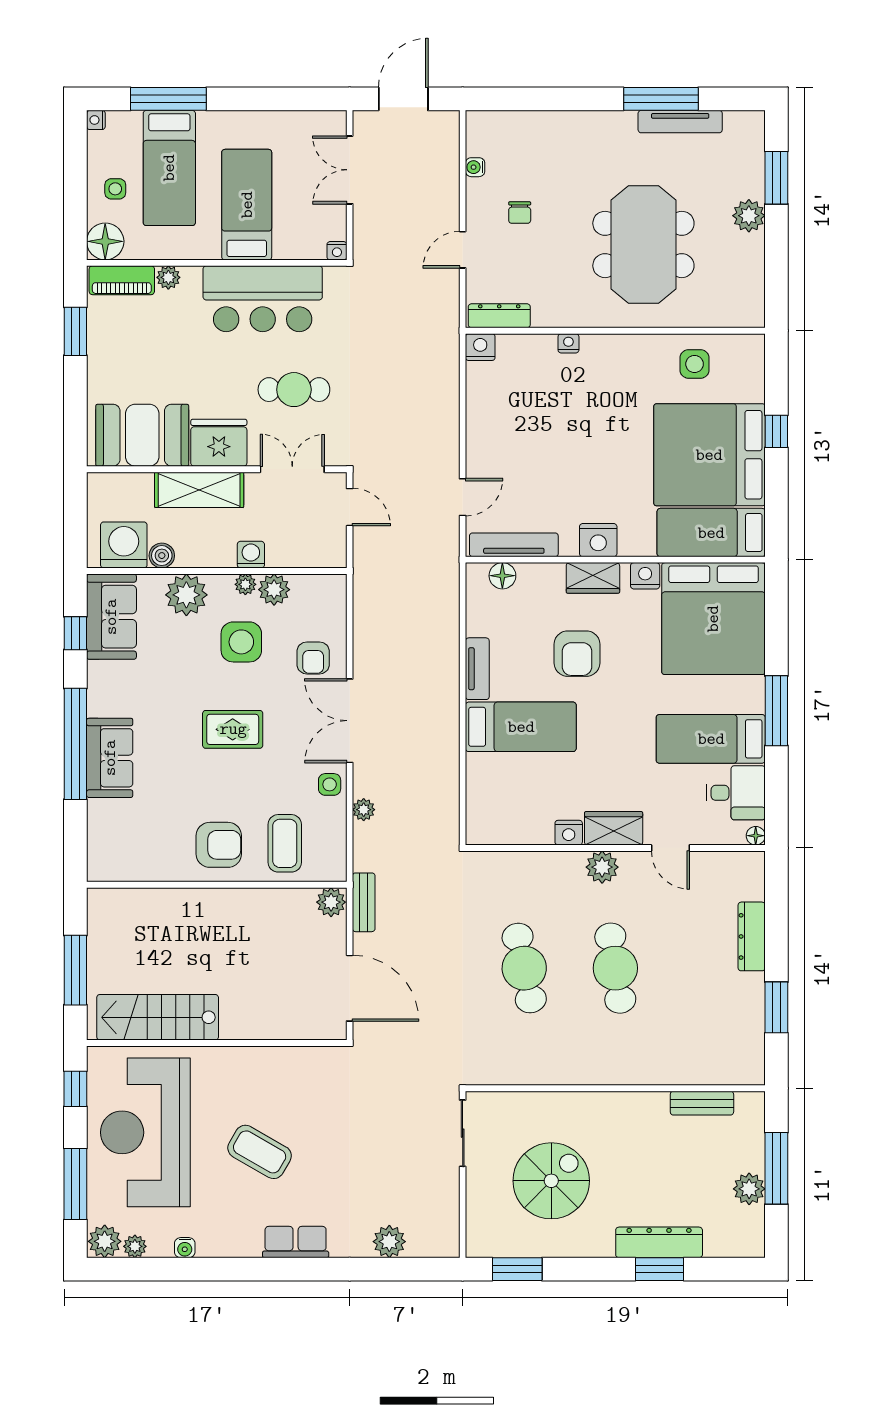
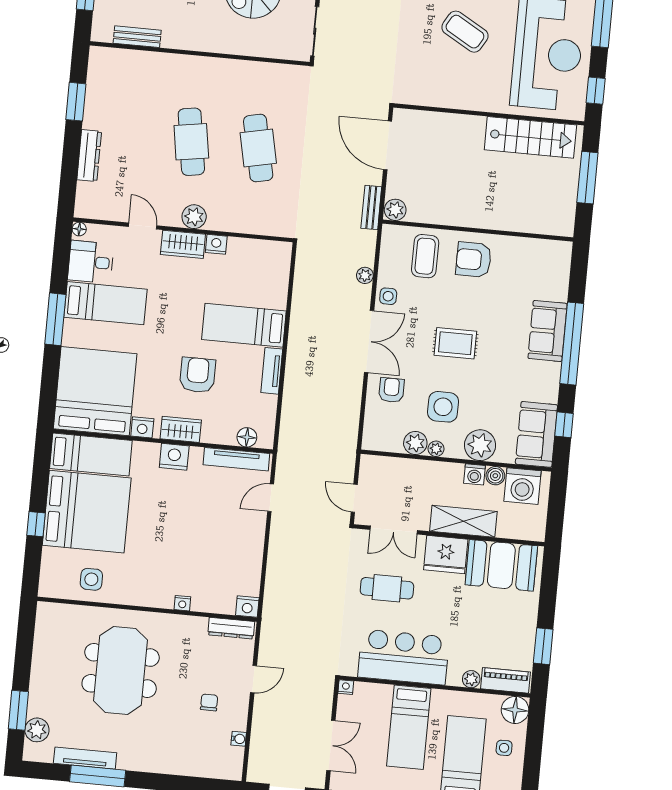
plant: (749, 216) -> (37, 730), moved
washing machine: (251, 555) -> (474, 474), moved

